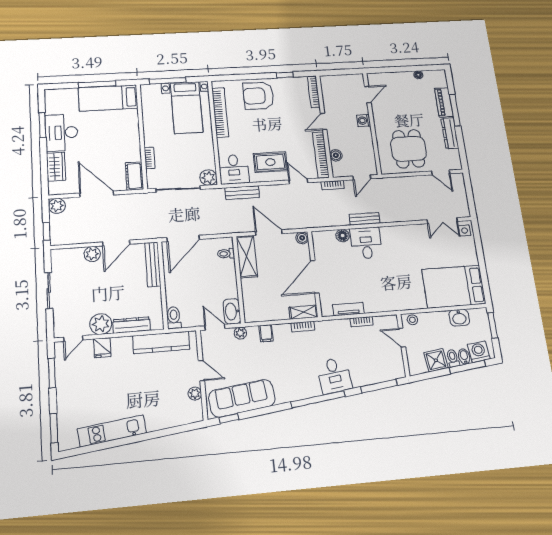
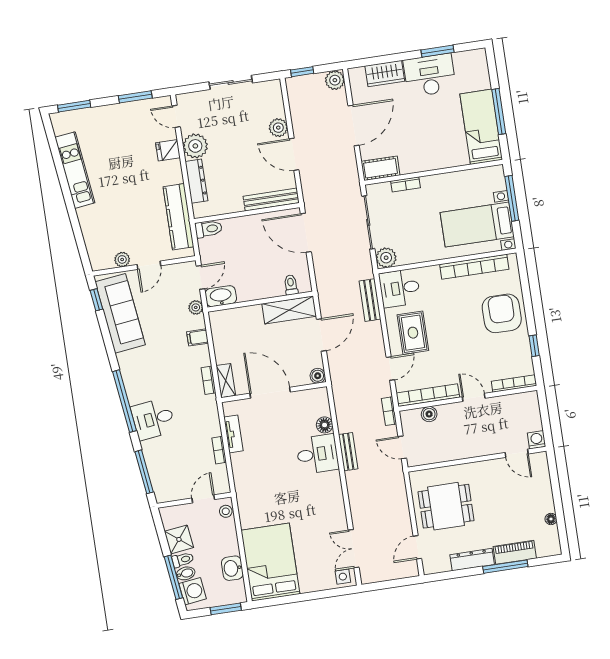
washing machine: (364, 120) -> (537, 440), moved

